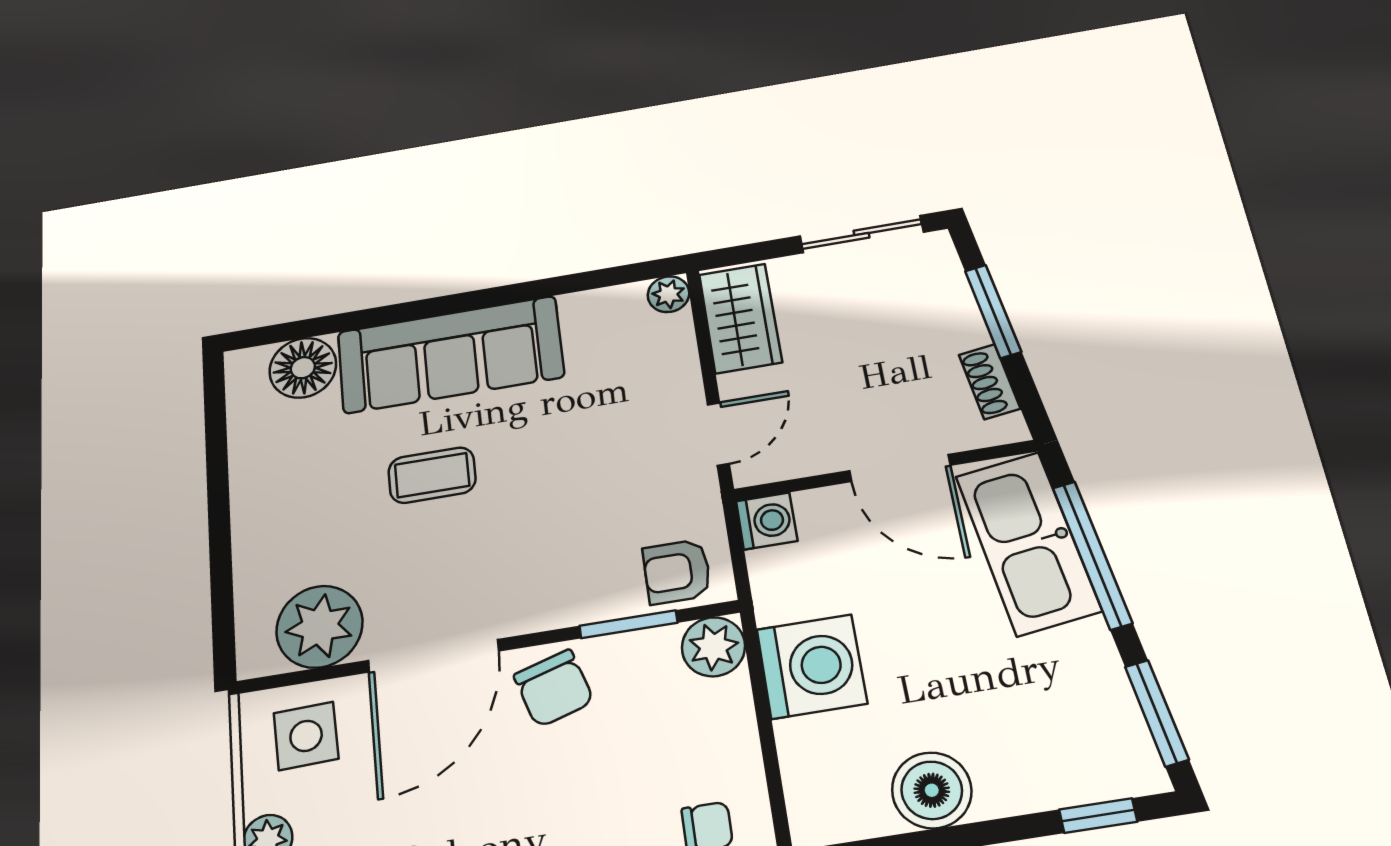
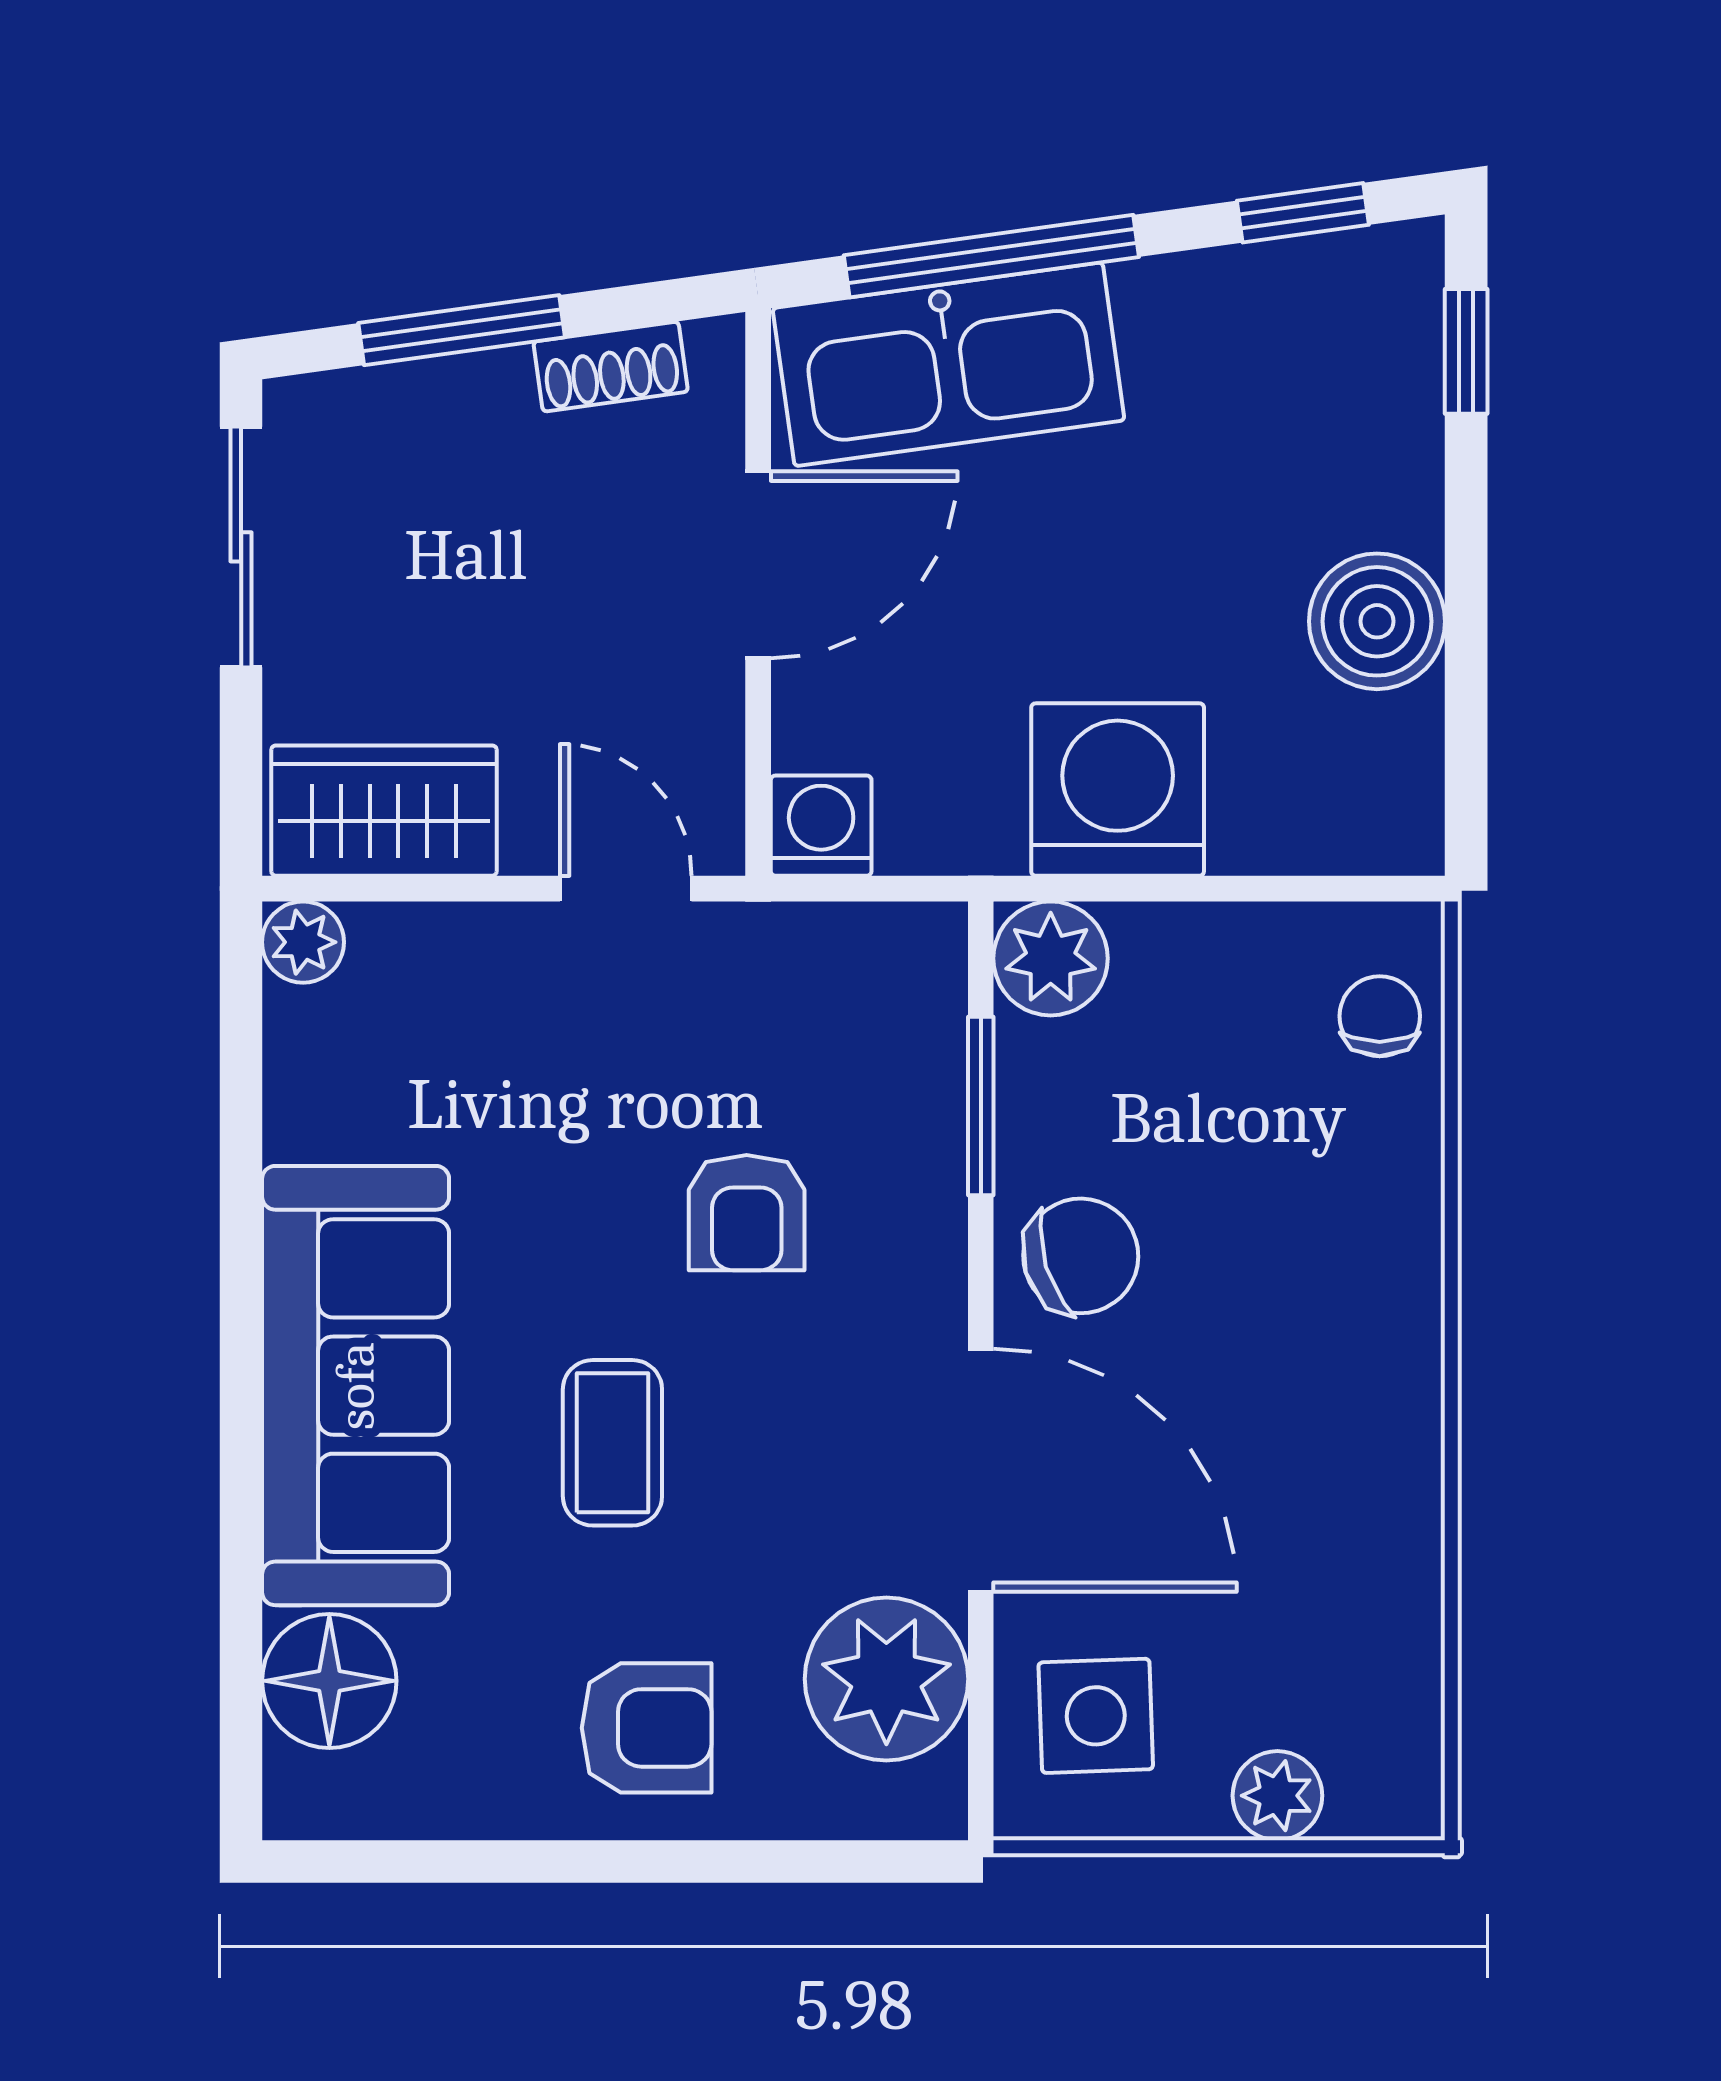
armchair: (288, 515) -> (647, 1728), added
armchair: (677, 572) -> (747, 1213), moved
window: (1157, 713) -> (1303, 213), width x0.67

